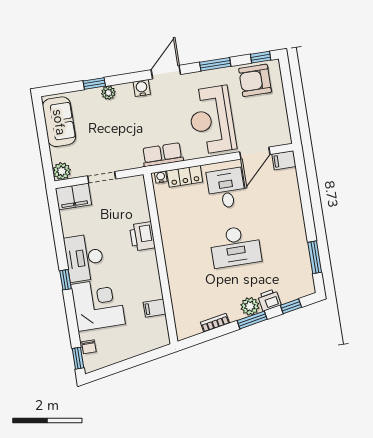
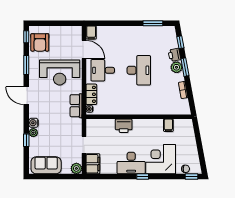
water cooler: (142, 88) -> (34, 123), moved

